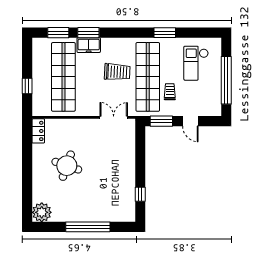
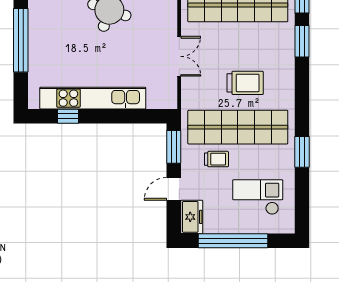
freezer: (89, 45) -> (192, 217), moved, turned 180
trolley: (117, 72) -> (245, 83), turned -93
double door: (114, 117) -> (179, 56), moved
kitchen unit: (128, 177) -> (93, 98), added

